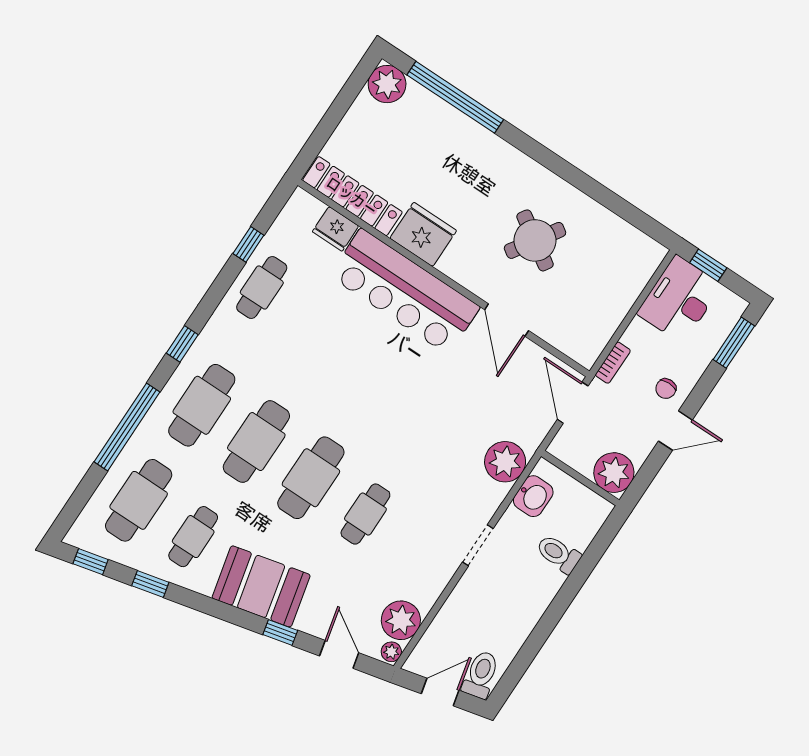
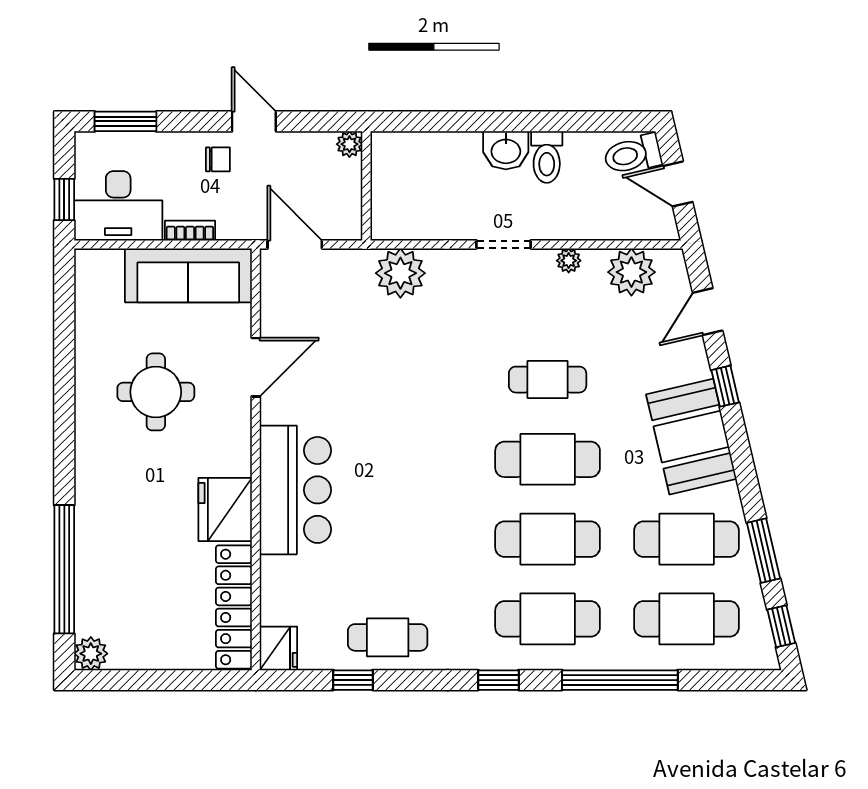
plant: (387, 84) -> (91, 654), width x0.73, depth x0.73
fridge: (336, 229) -> (278, 648), moved
round table: (535, 240) -> (156, 392), turned -33
bar counter: (405, 291) -> (295, 490), width x0.73
sofa: (600, 316) -> (188, 275), added
bookcase: (613, 363) -> (190, 231), moved
door: (573, 403) -> (295, 244), swing flipped
plant: (614, 473) -> (349, 144), width x0.53, depth x0.53
washbasin: (533, 496) -> (506, 150), moved, turned 180
cafe table: (193, 537) -> (687, 539), width x1.37, depth x1.35
toilet: (558, 554) -> (547, 157), moved
window: (150, 584) -> (763, 551), width x1.50
plant: (391, 652) -> (569, 261), moved

